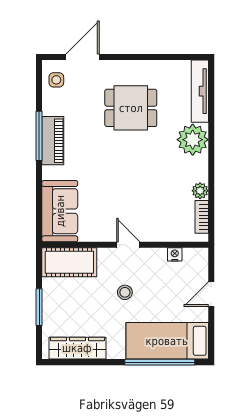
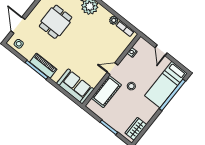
cot: (69, 262) -> (106, 92), moved
wardrobe: (77, 348) -> (136, 129), width x0.67

